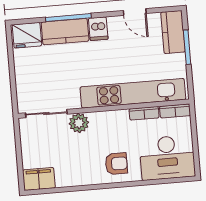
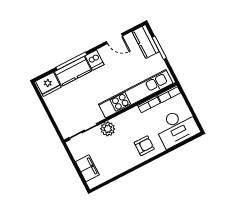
filing cabinet: (39, 179) -> (87, 168), moved, turned 90

